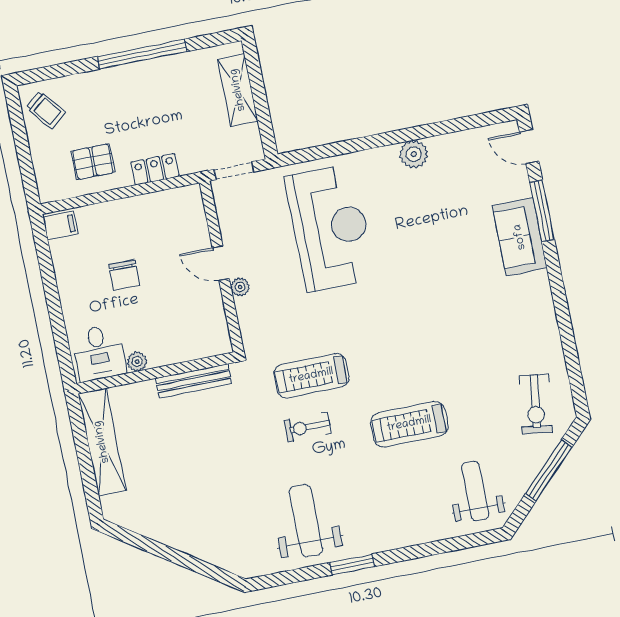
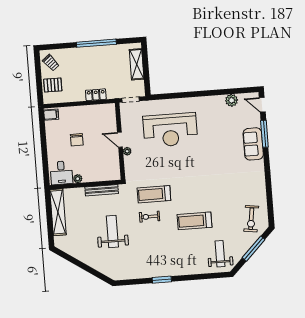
plant: (414, 154) -> (232, 100), moved
pallet: (93, 162) -> (53, 85), moved
reception desk: (330, 228) -> (170, 130), turned 90
weight bench: (306, 521) -> (112, 232), moved

